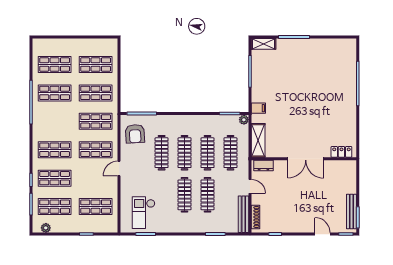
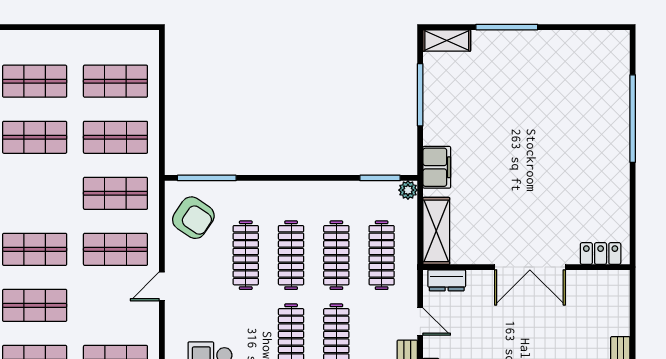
filing cabinet: (258, 108) -> (437, 167), width x2.00
armchair: (135, 134) -> (193, 218), turned -53

